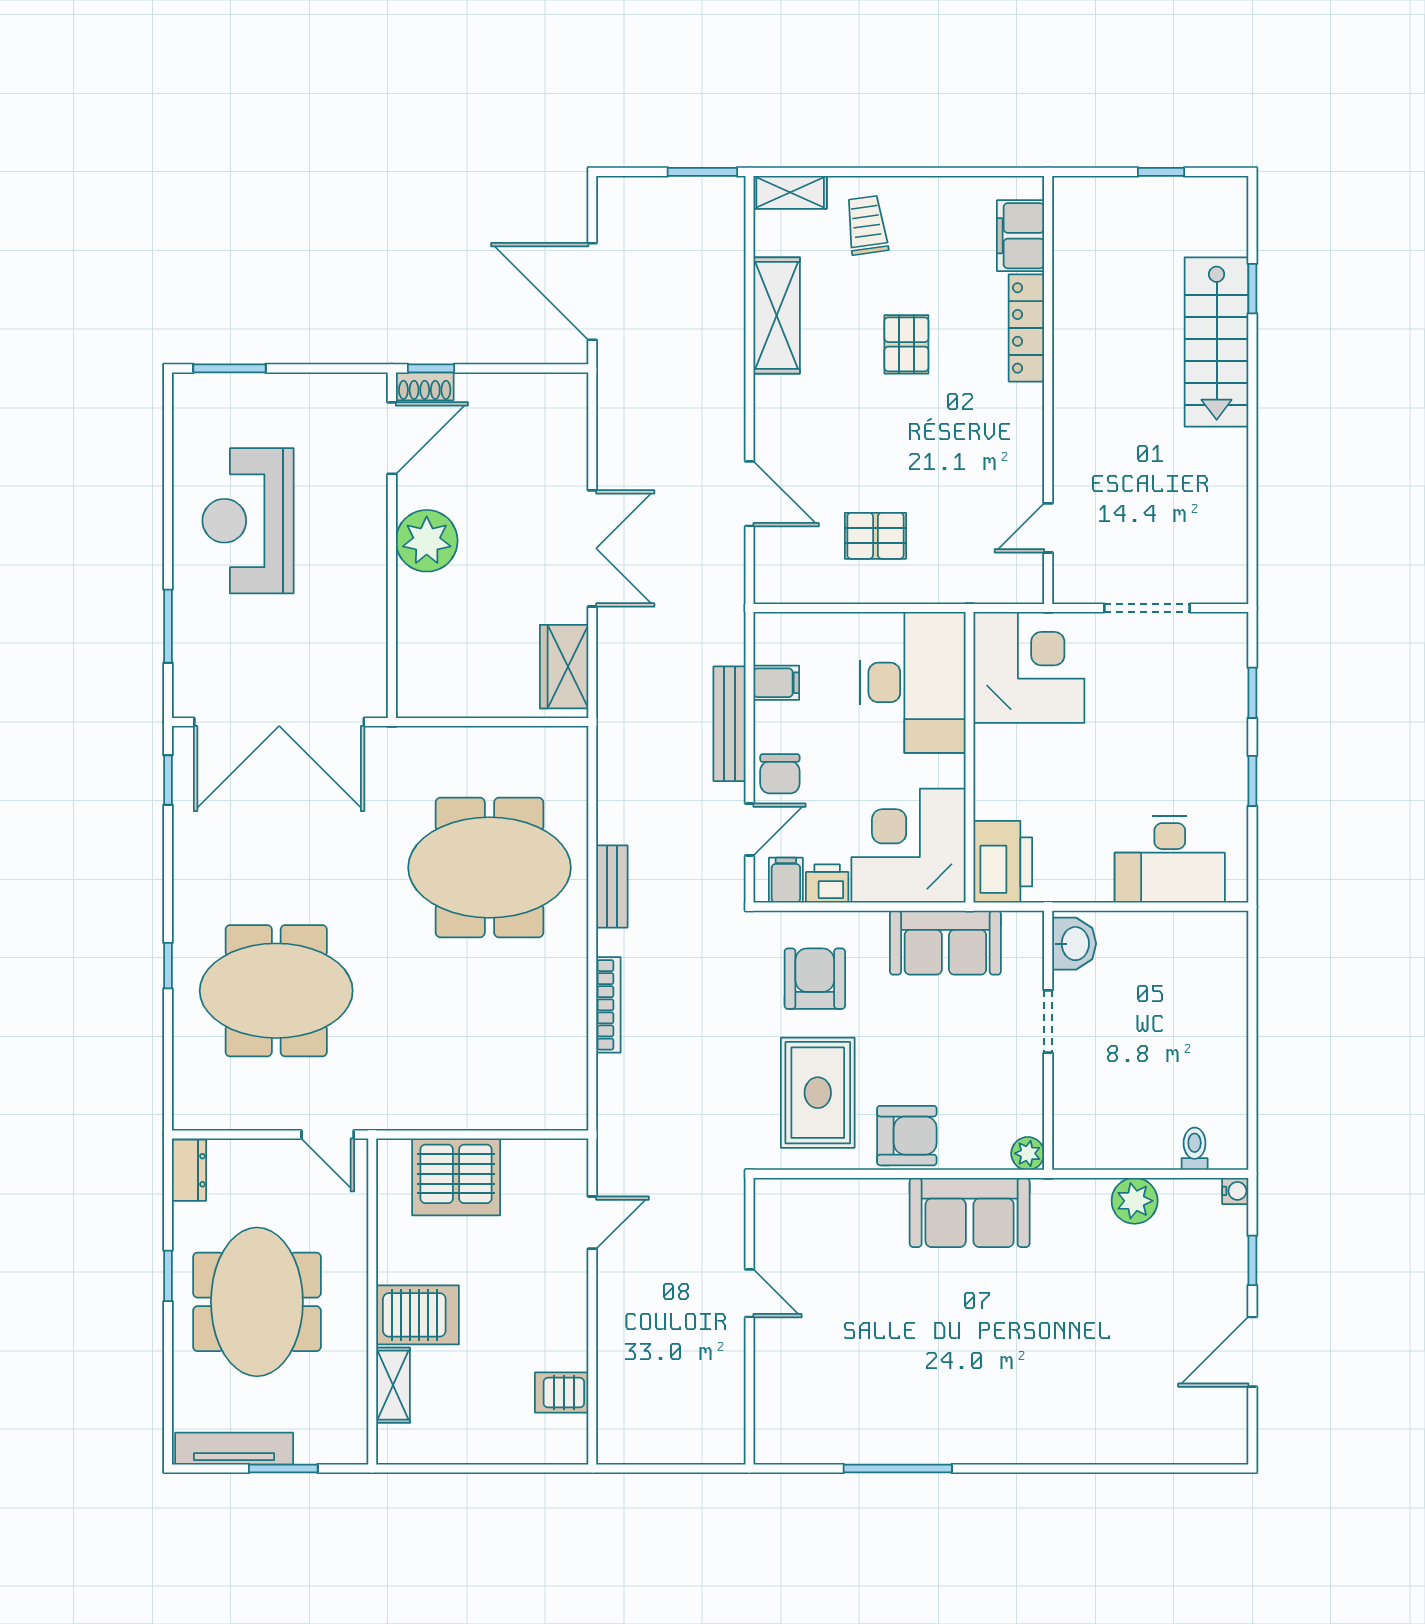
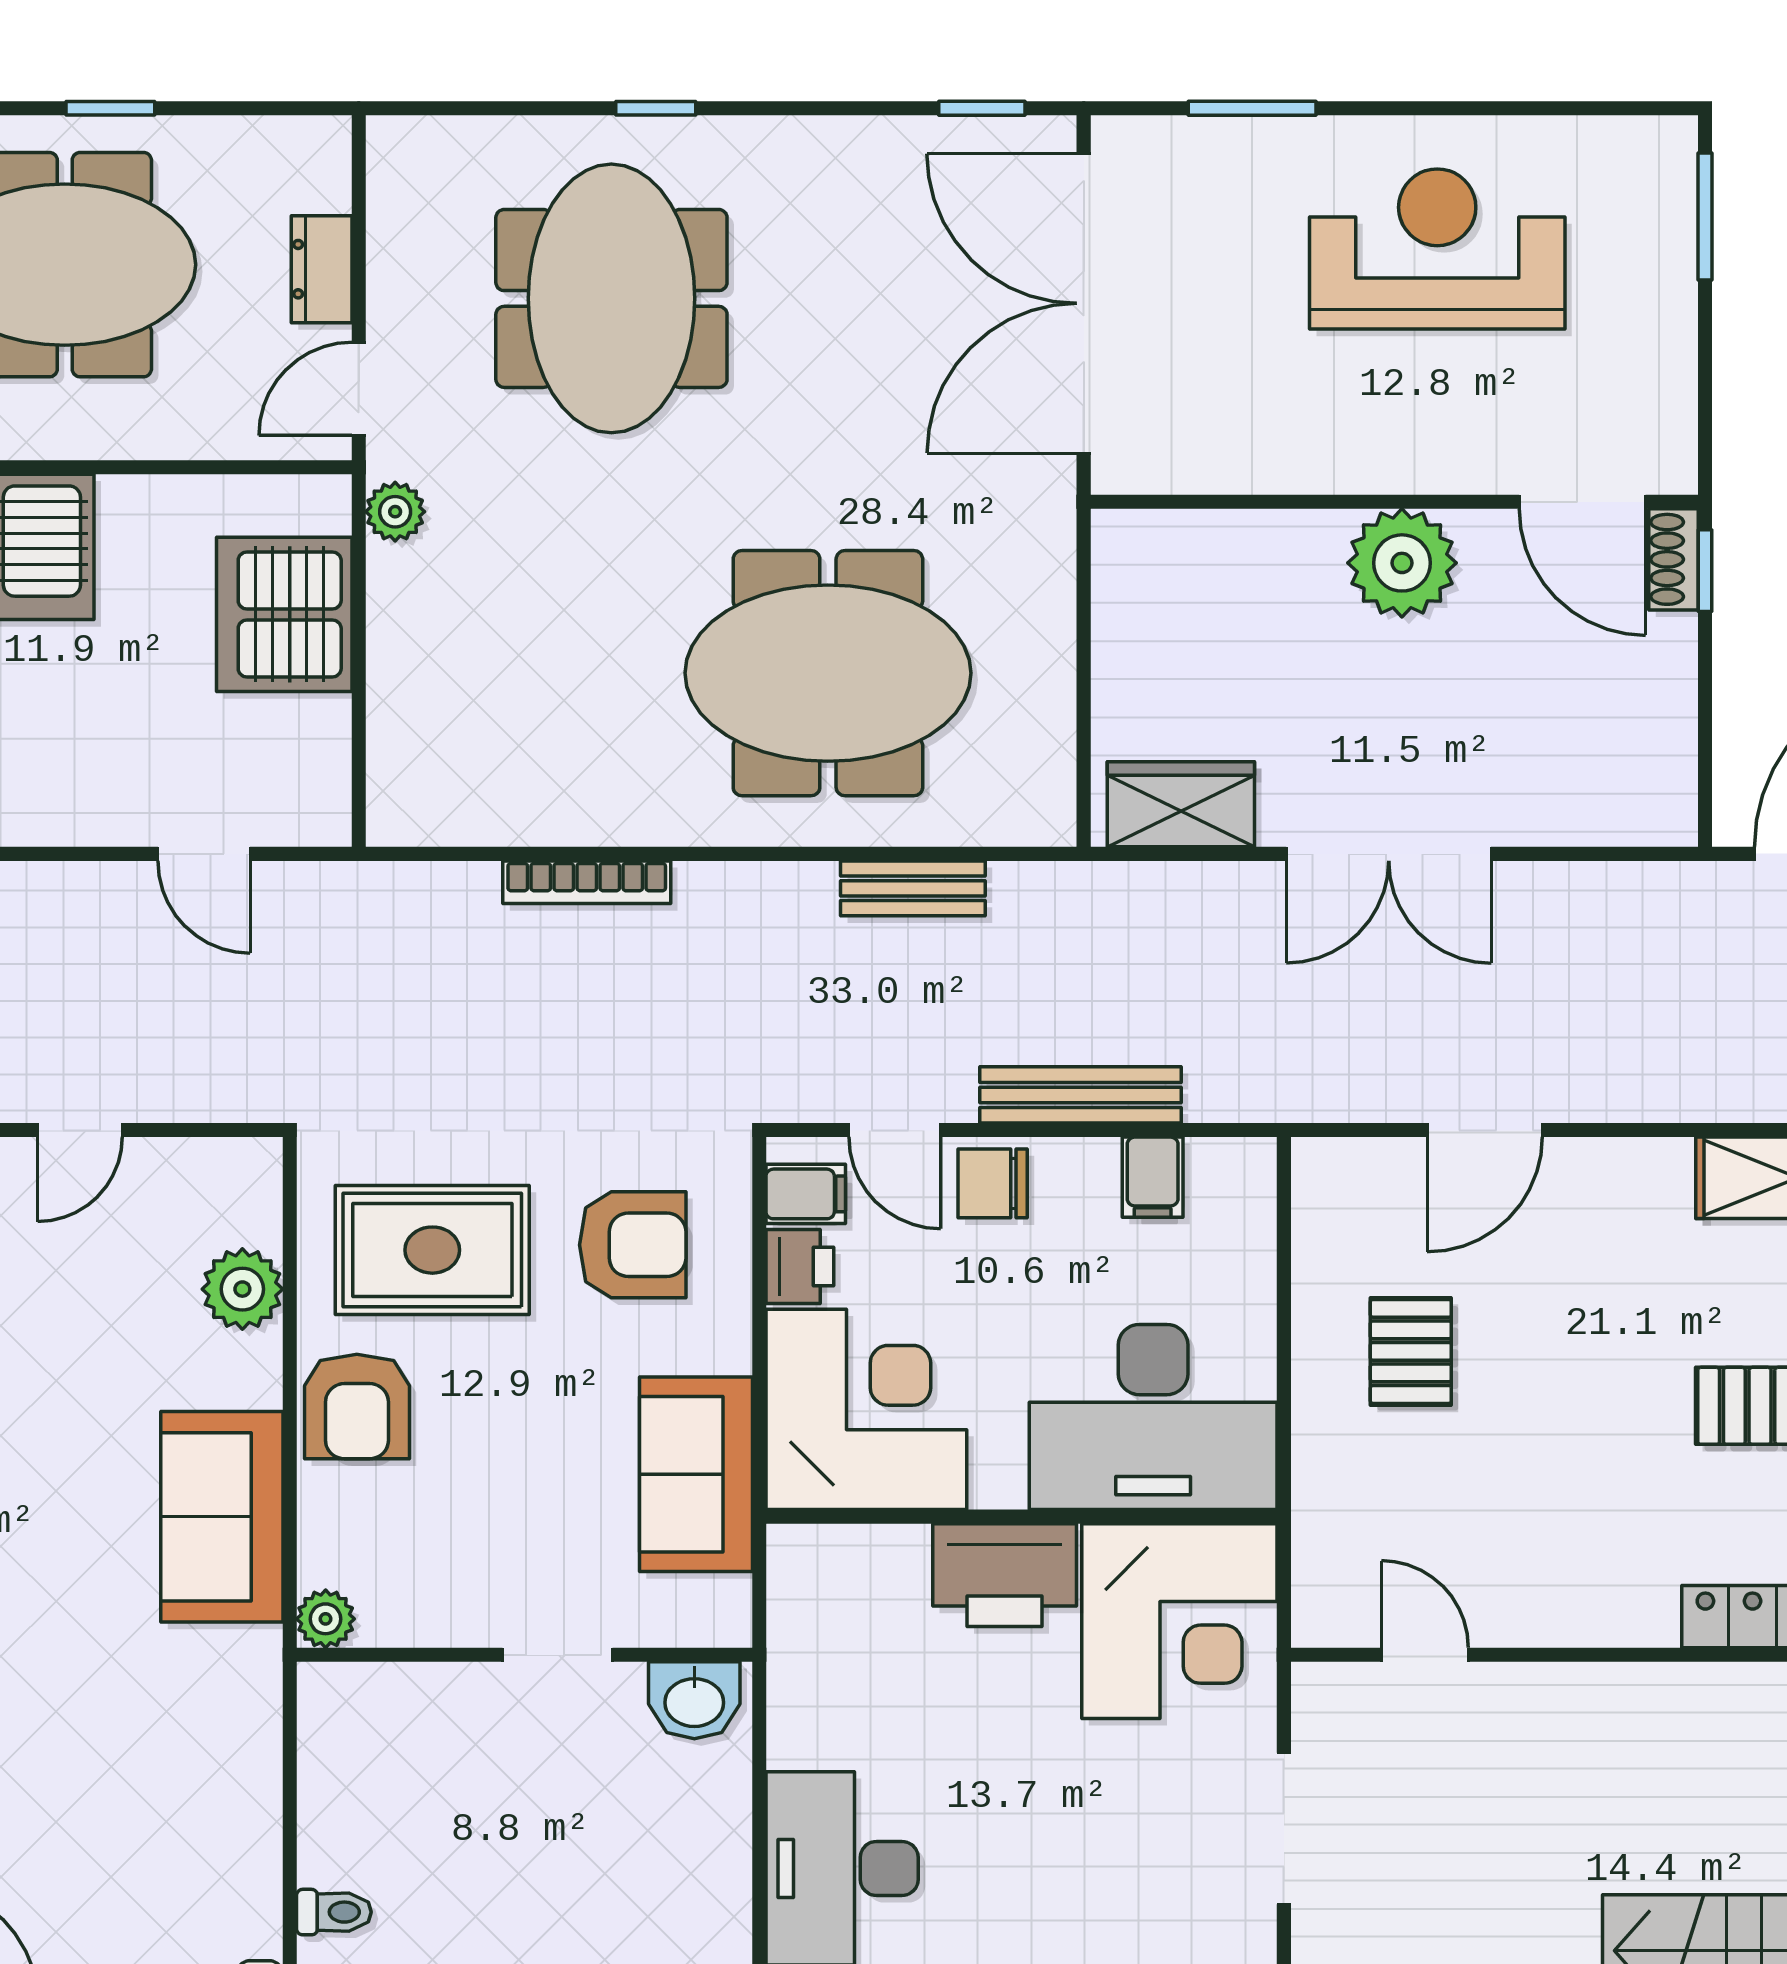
printer: (1003, 862) -> (1005, 1575), moved
meeting table: (489, 868) -> (828, 673), turned 90
bench: (612, 886) -> (913, 888), moved
plant: (398, 1114) -> (395, 512), added
dresser: (189, 1170) -> (322, 269), moved, turned 90
plant: (1135, 1201) -> (242, 1289), moved

